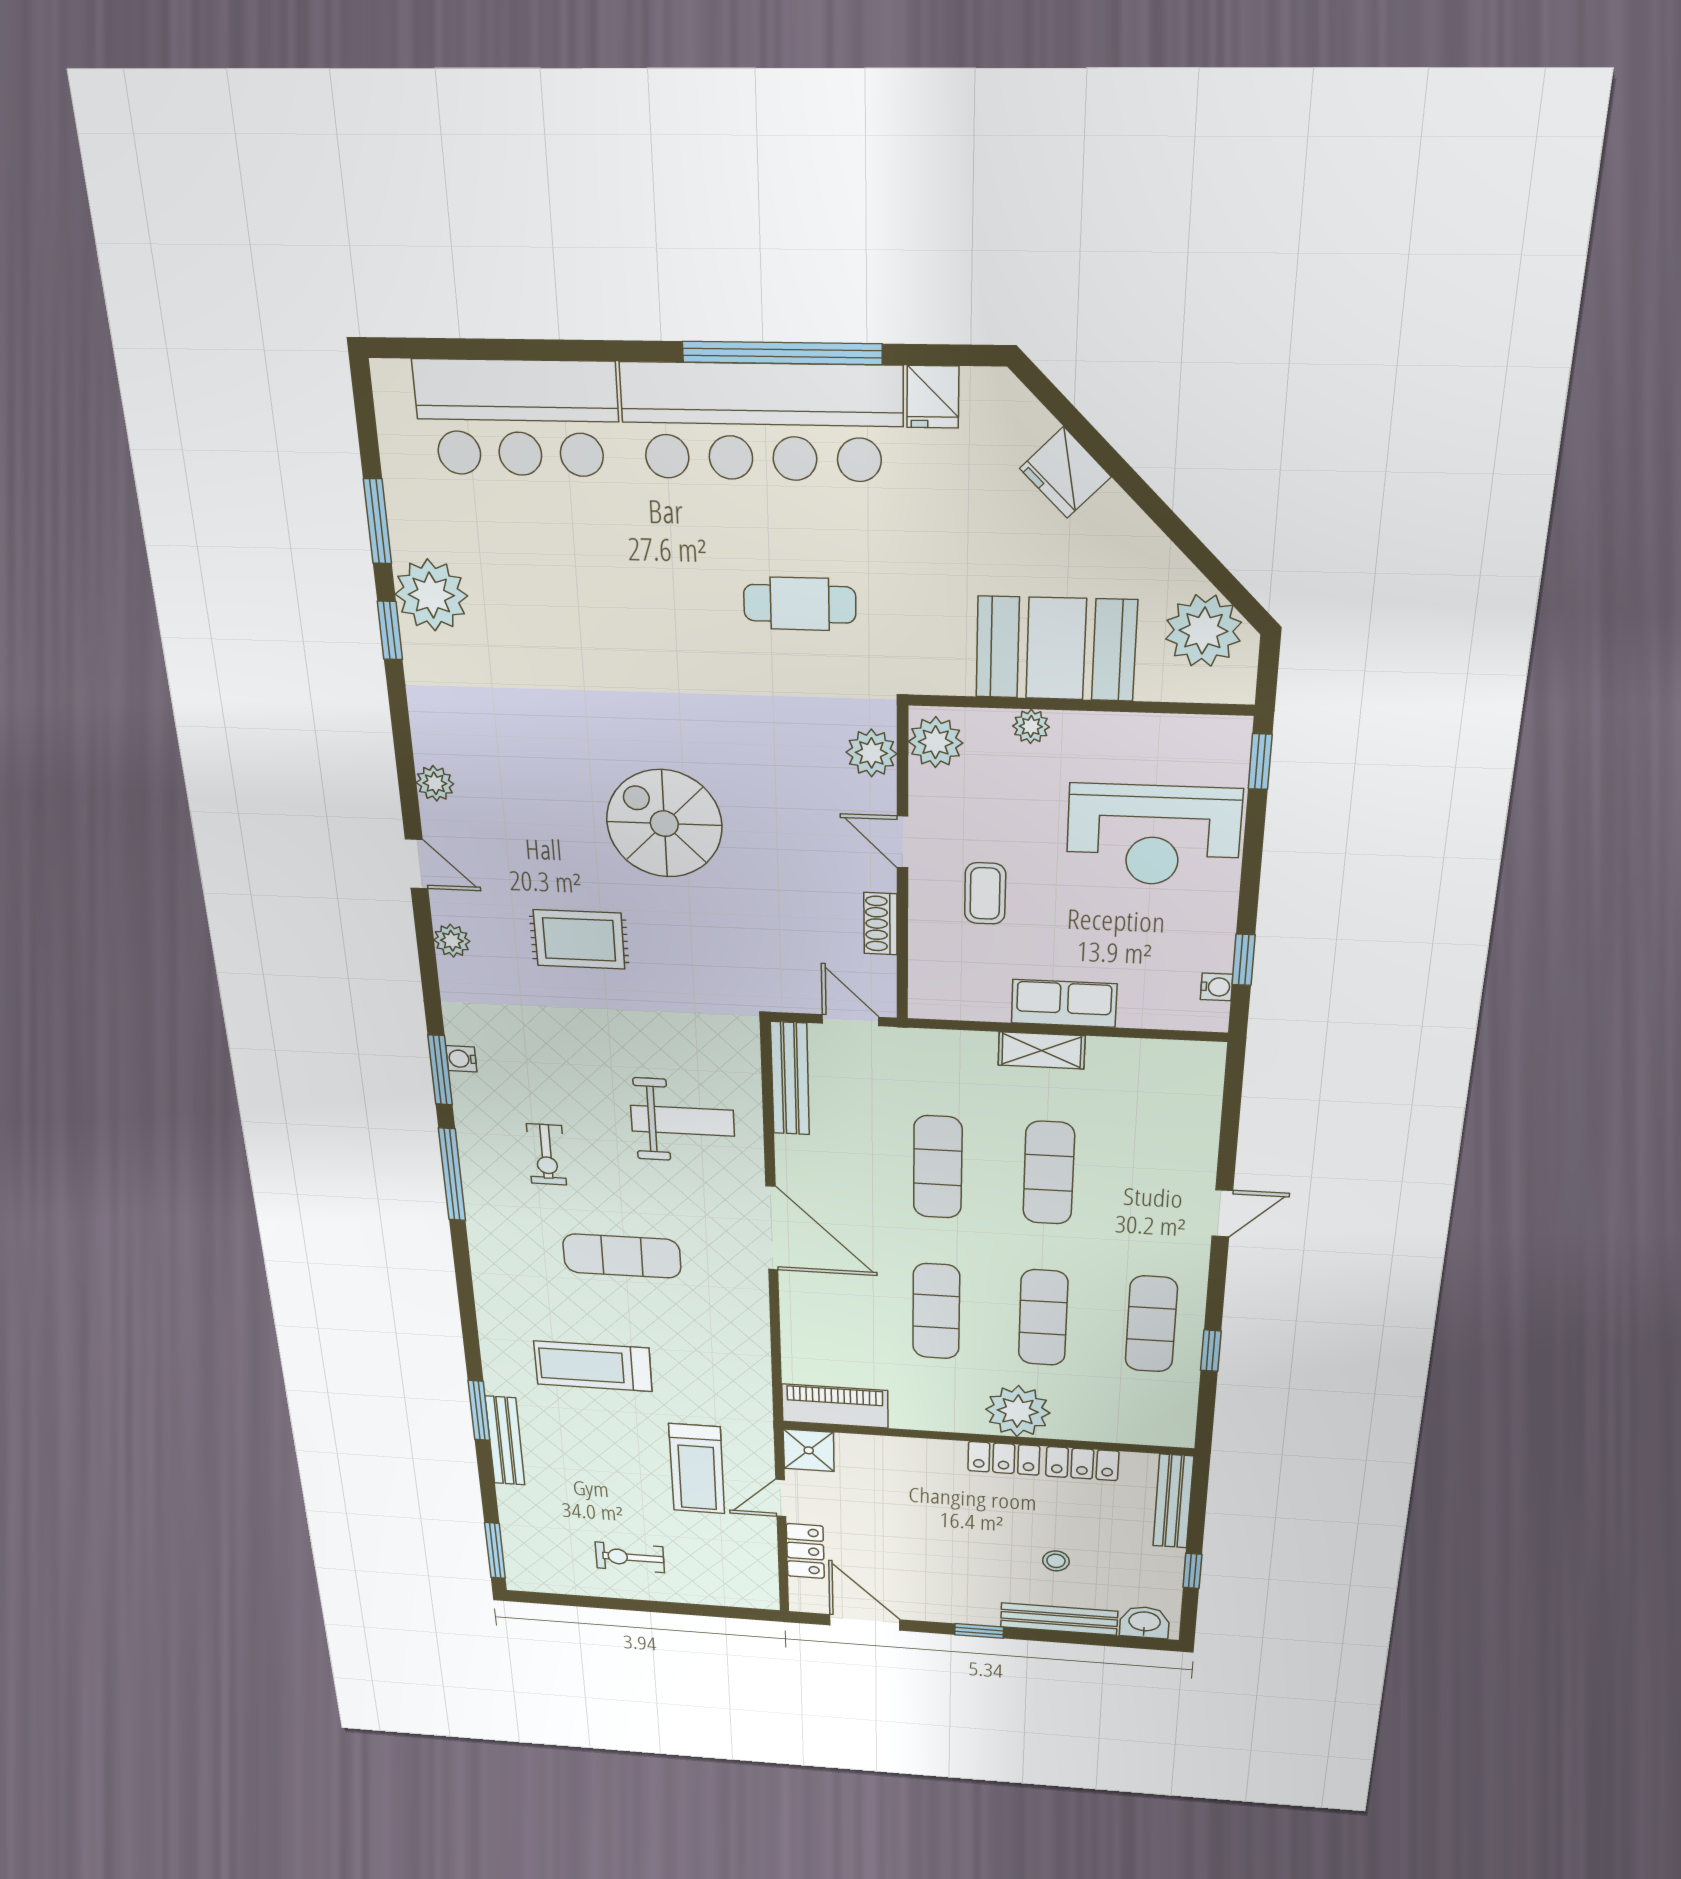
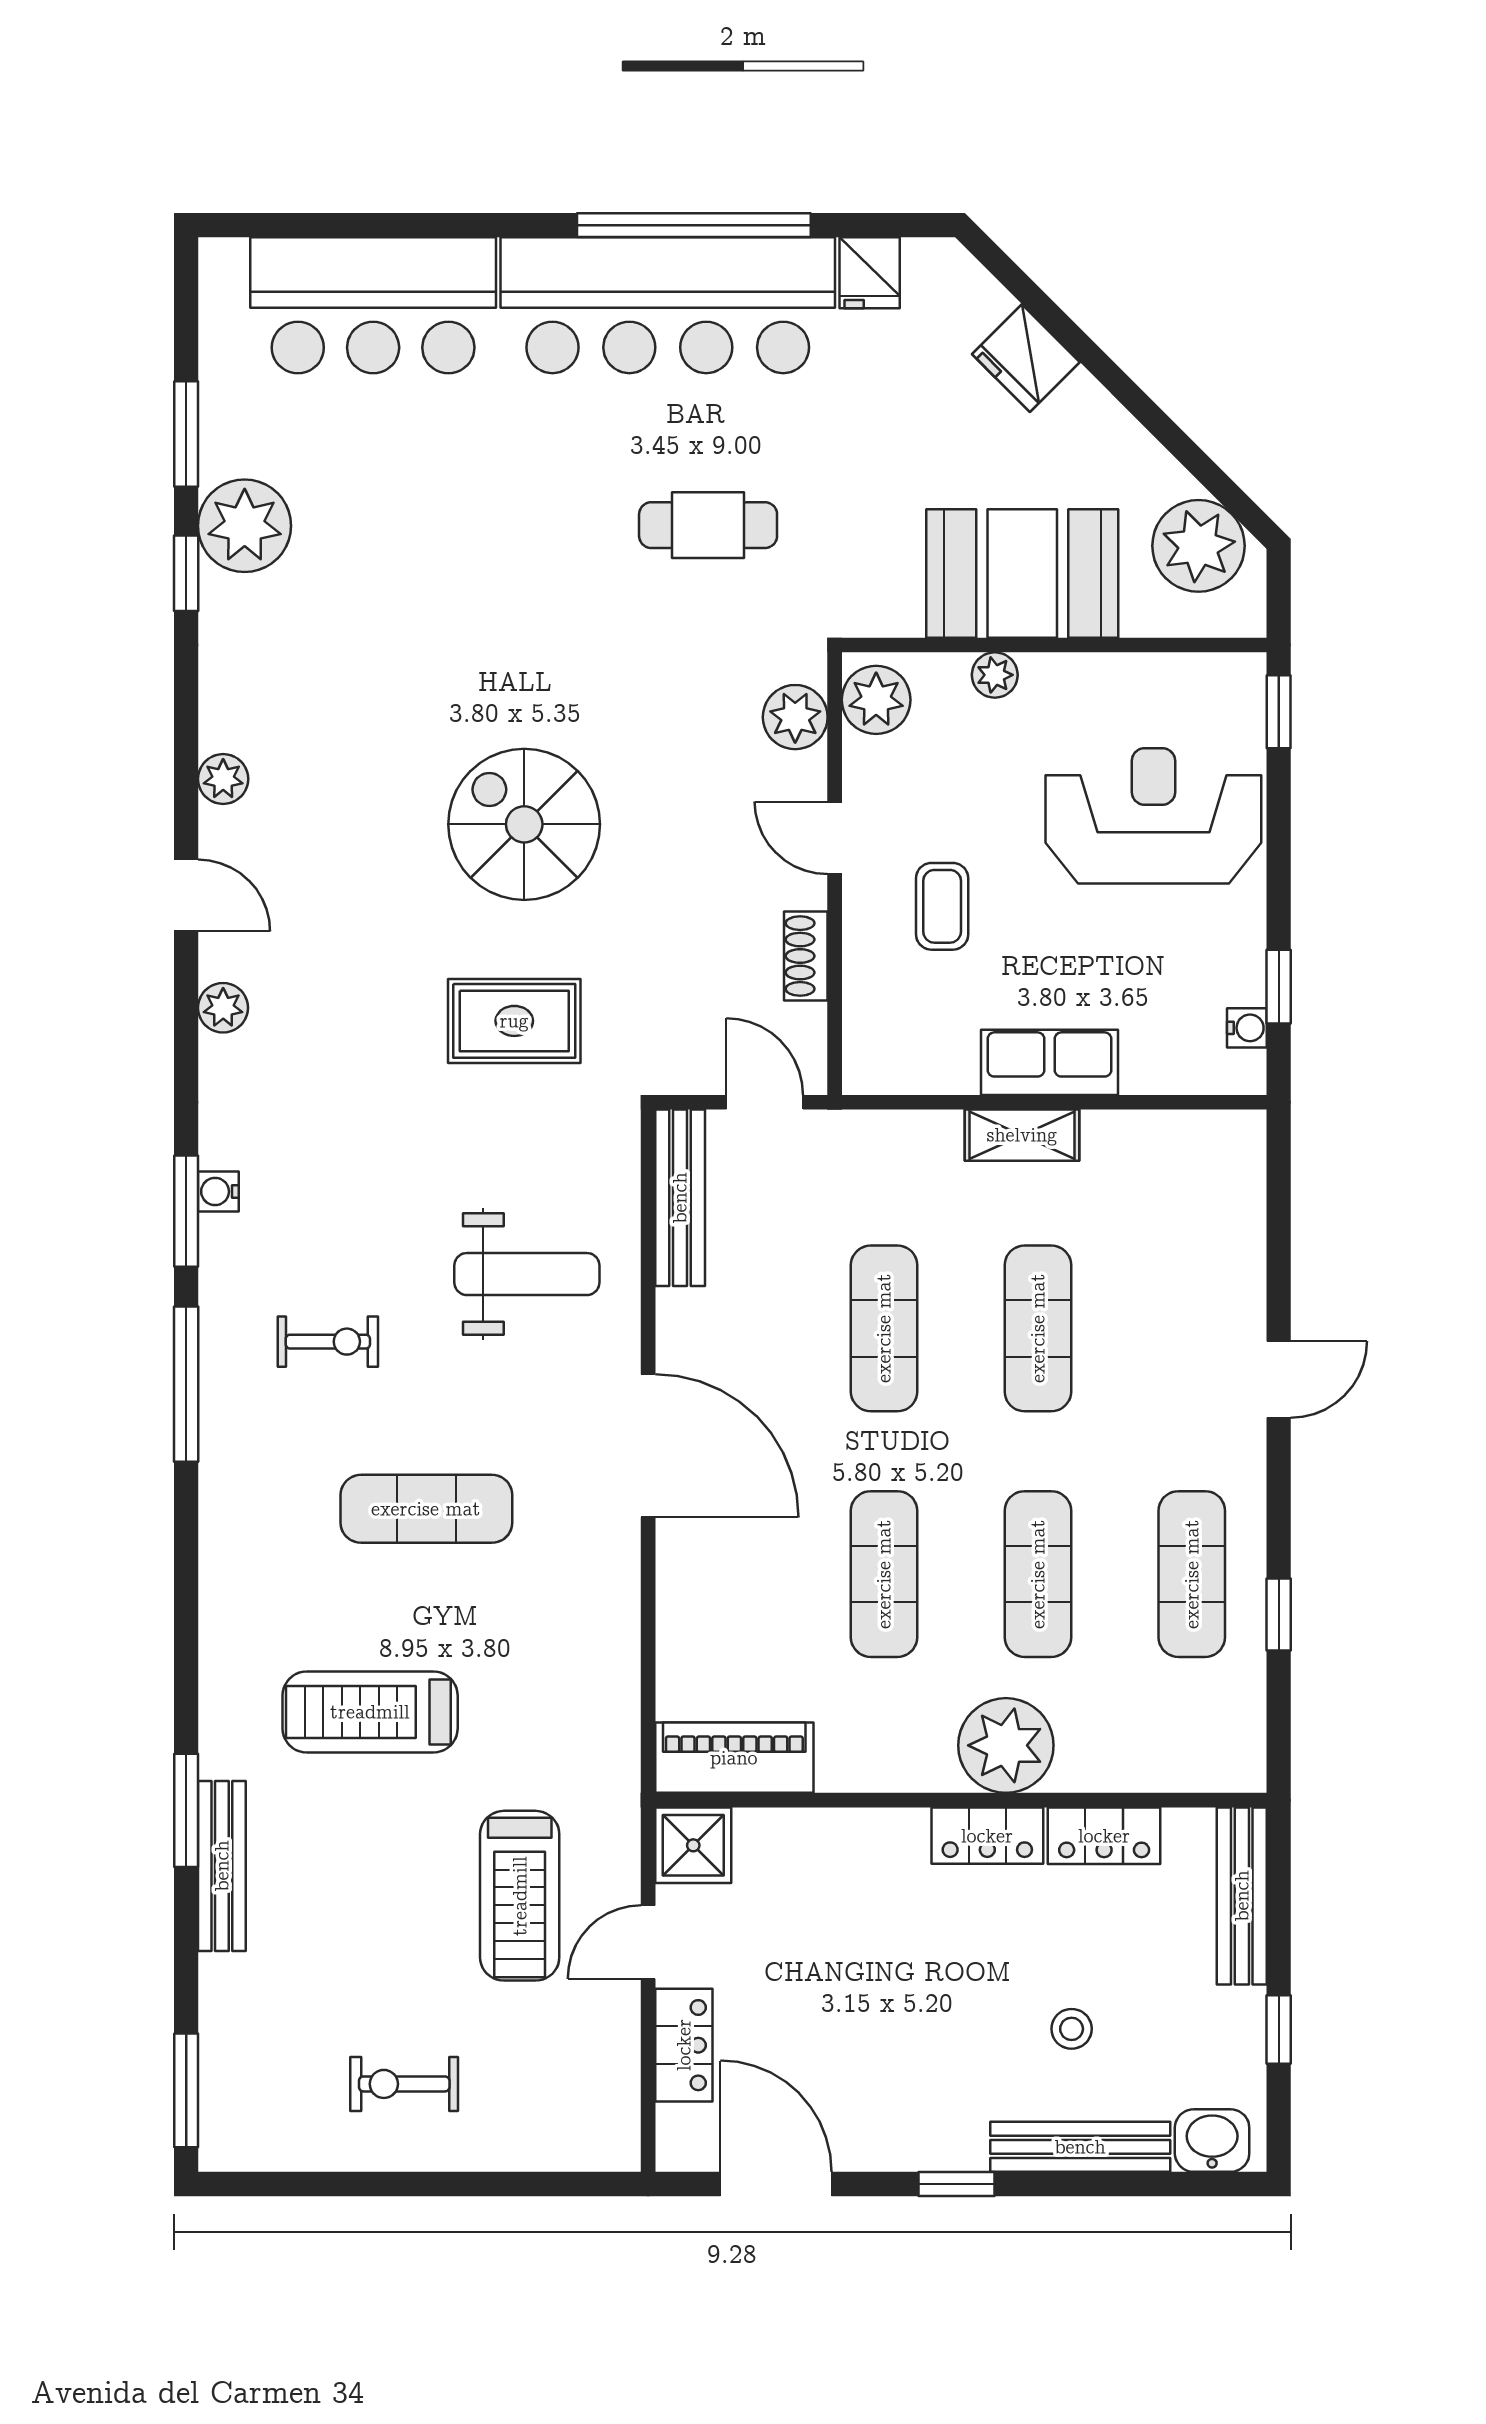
reception desk: (1153, 835) -> (1153, 816), turned 180
rug: (579, 939) -> (514, 1021), moved
exercise bike: (547, 1154) -> (328, 1342), turned -90

